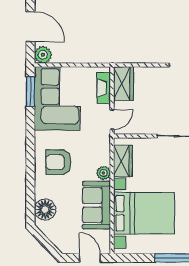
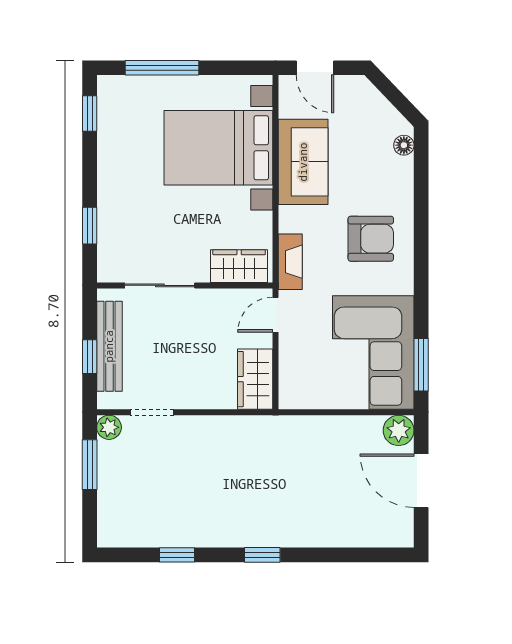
fireplace: (104, 88) -> (290, 262), moved
wardrobe: (123, 161) -> (239, 266), moved, turned 90
plant: (103, 173) -> (291, 219), removed
floor lamp: (45, 210) -> (404, 145), width x0.53, depth x0.53

